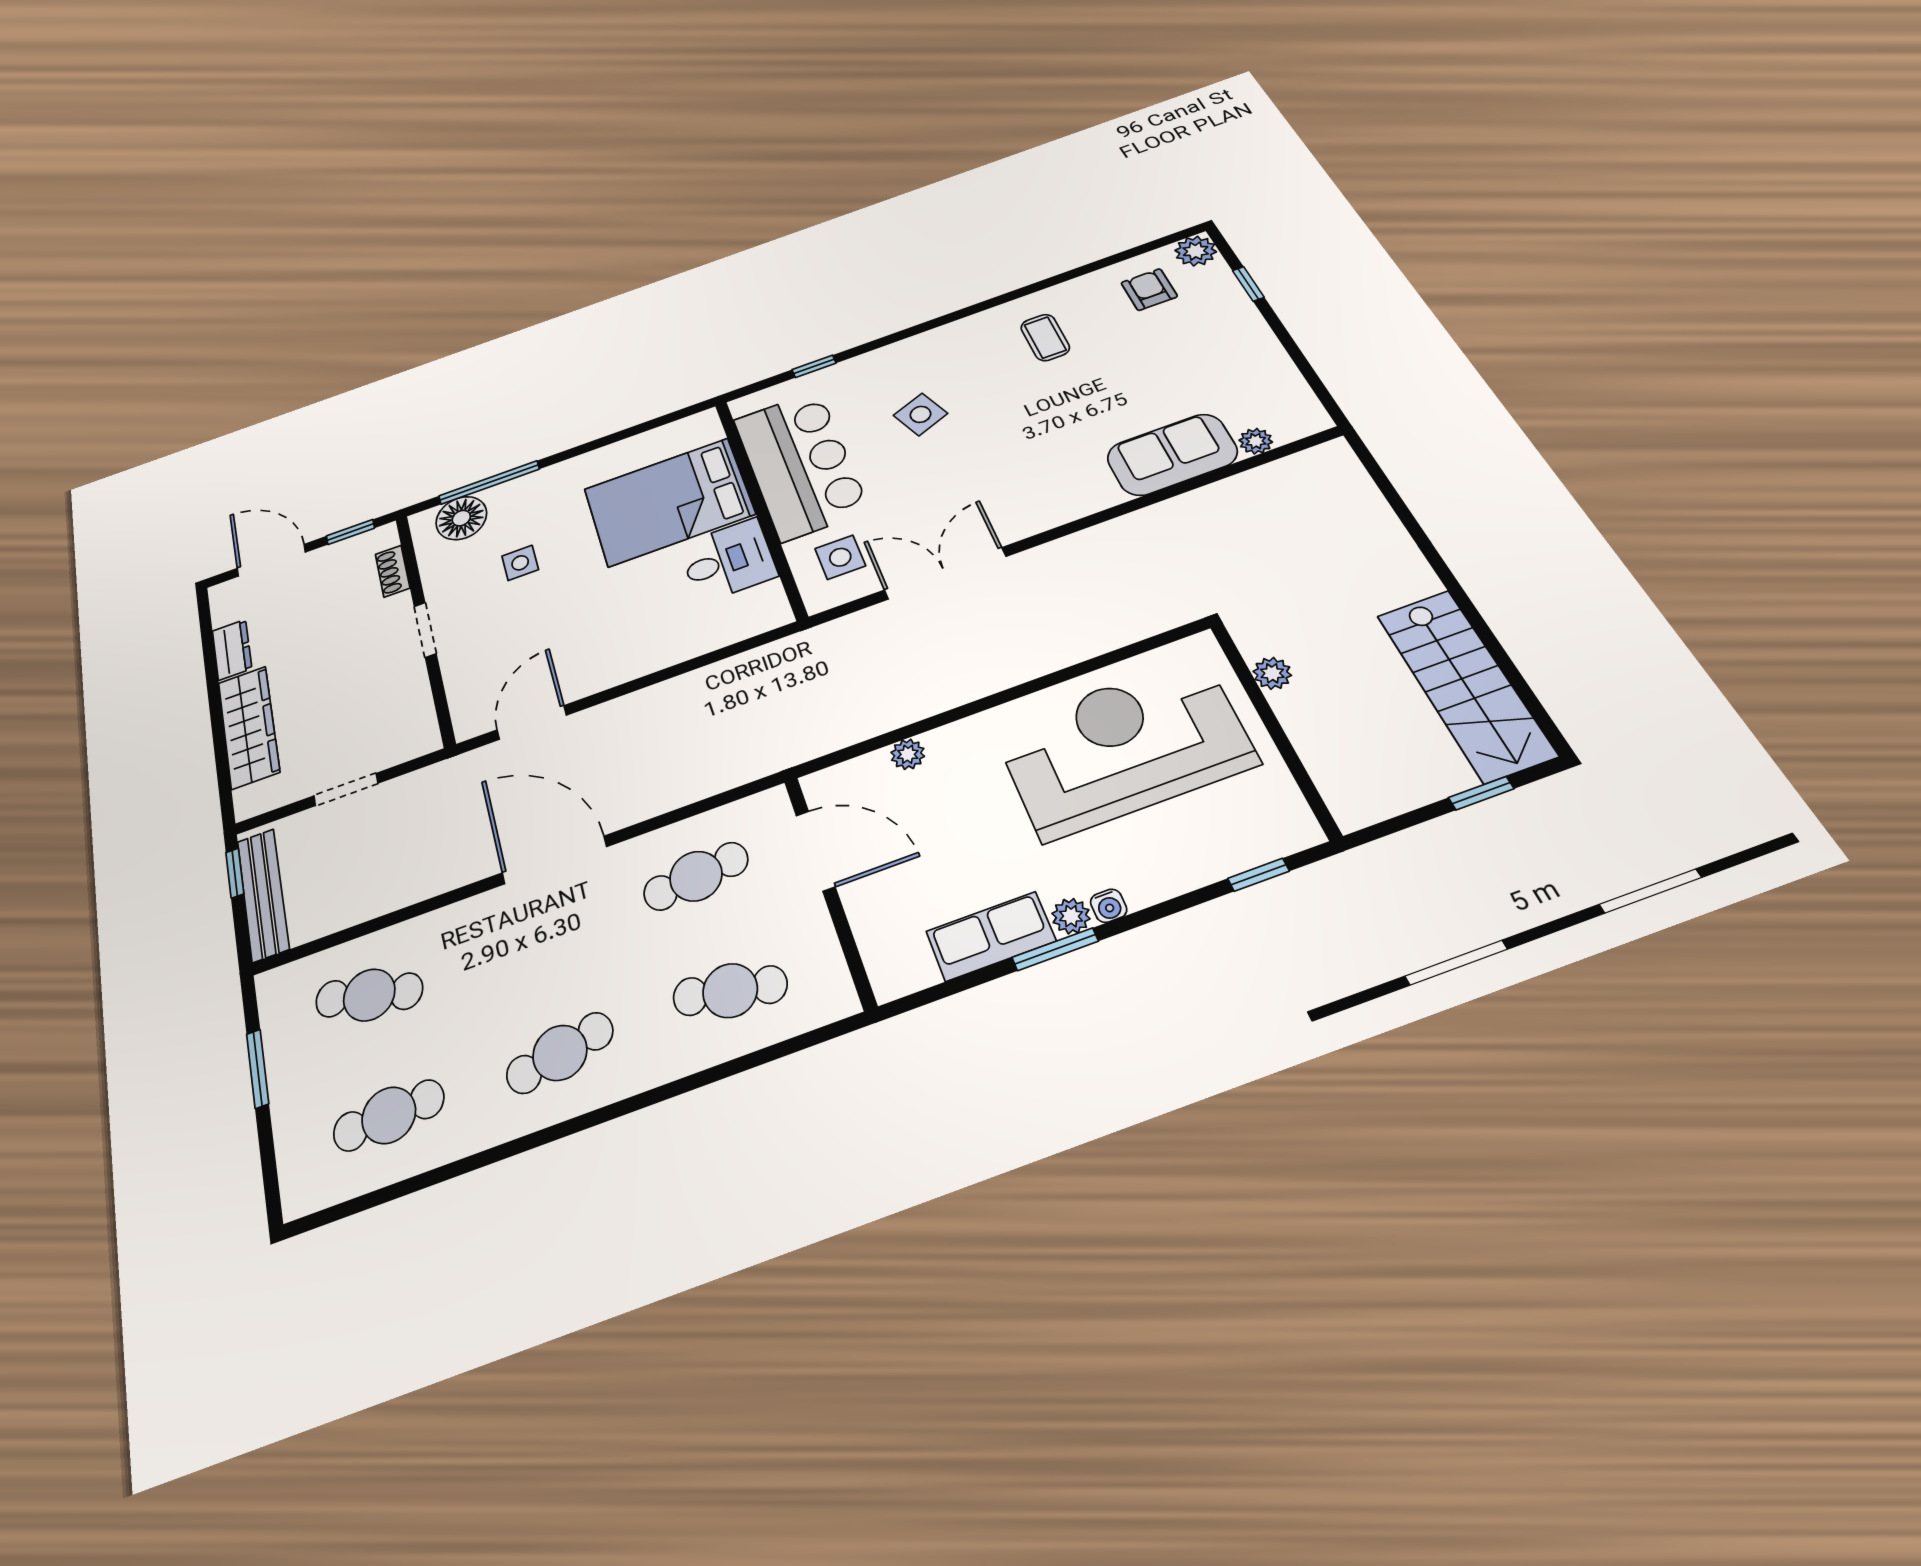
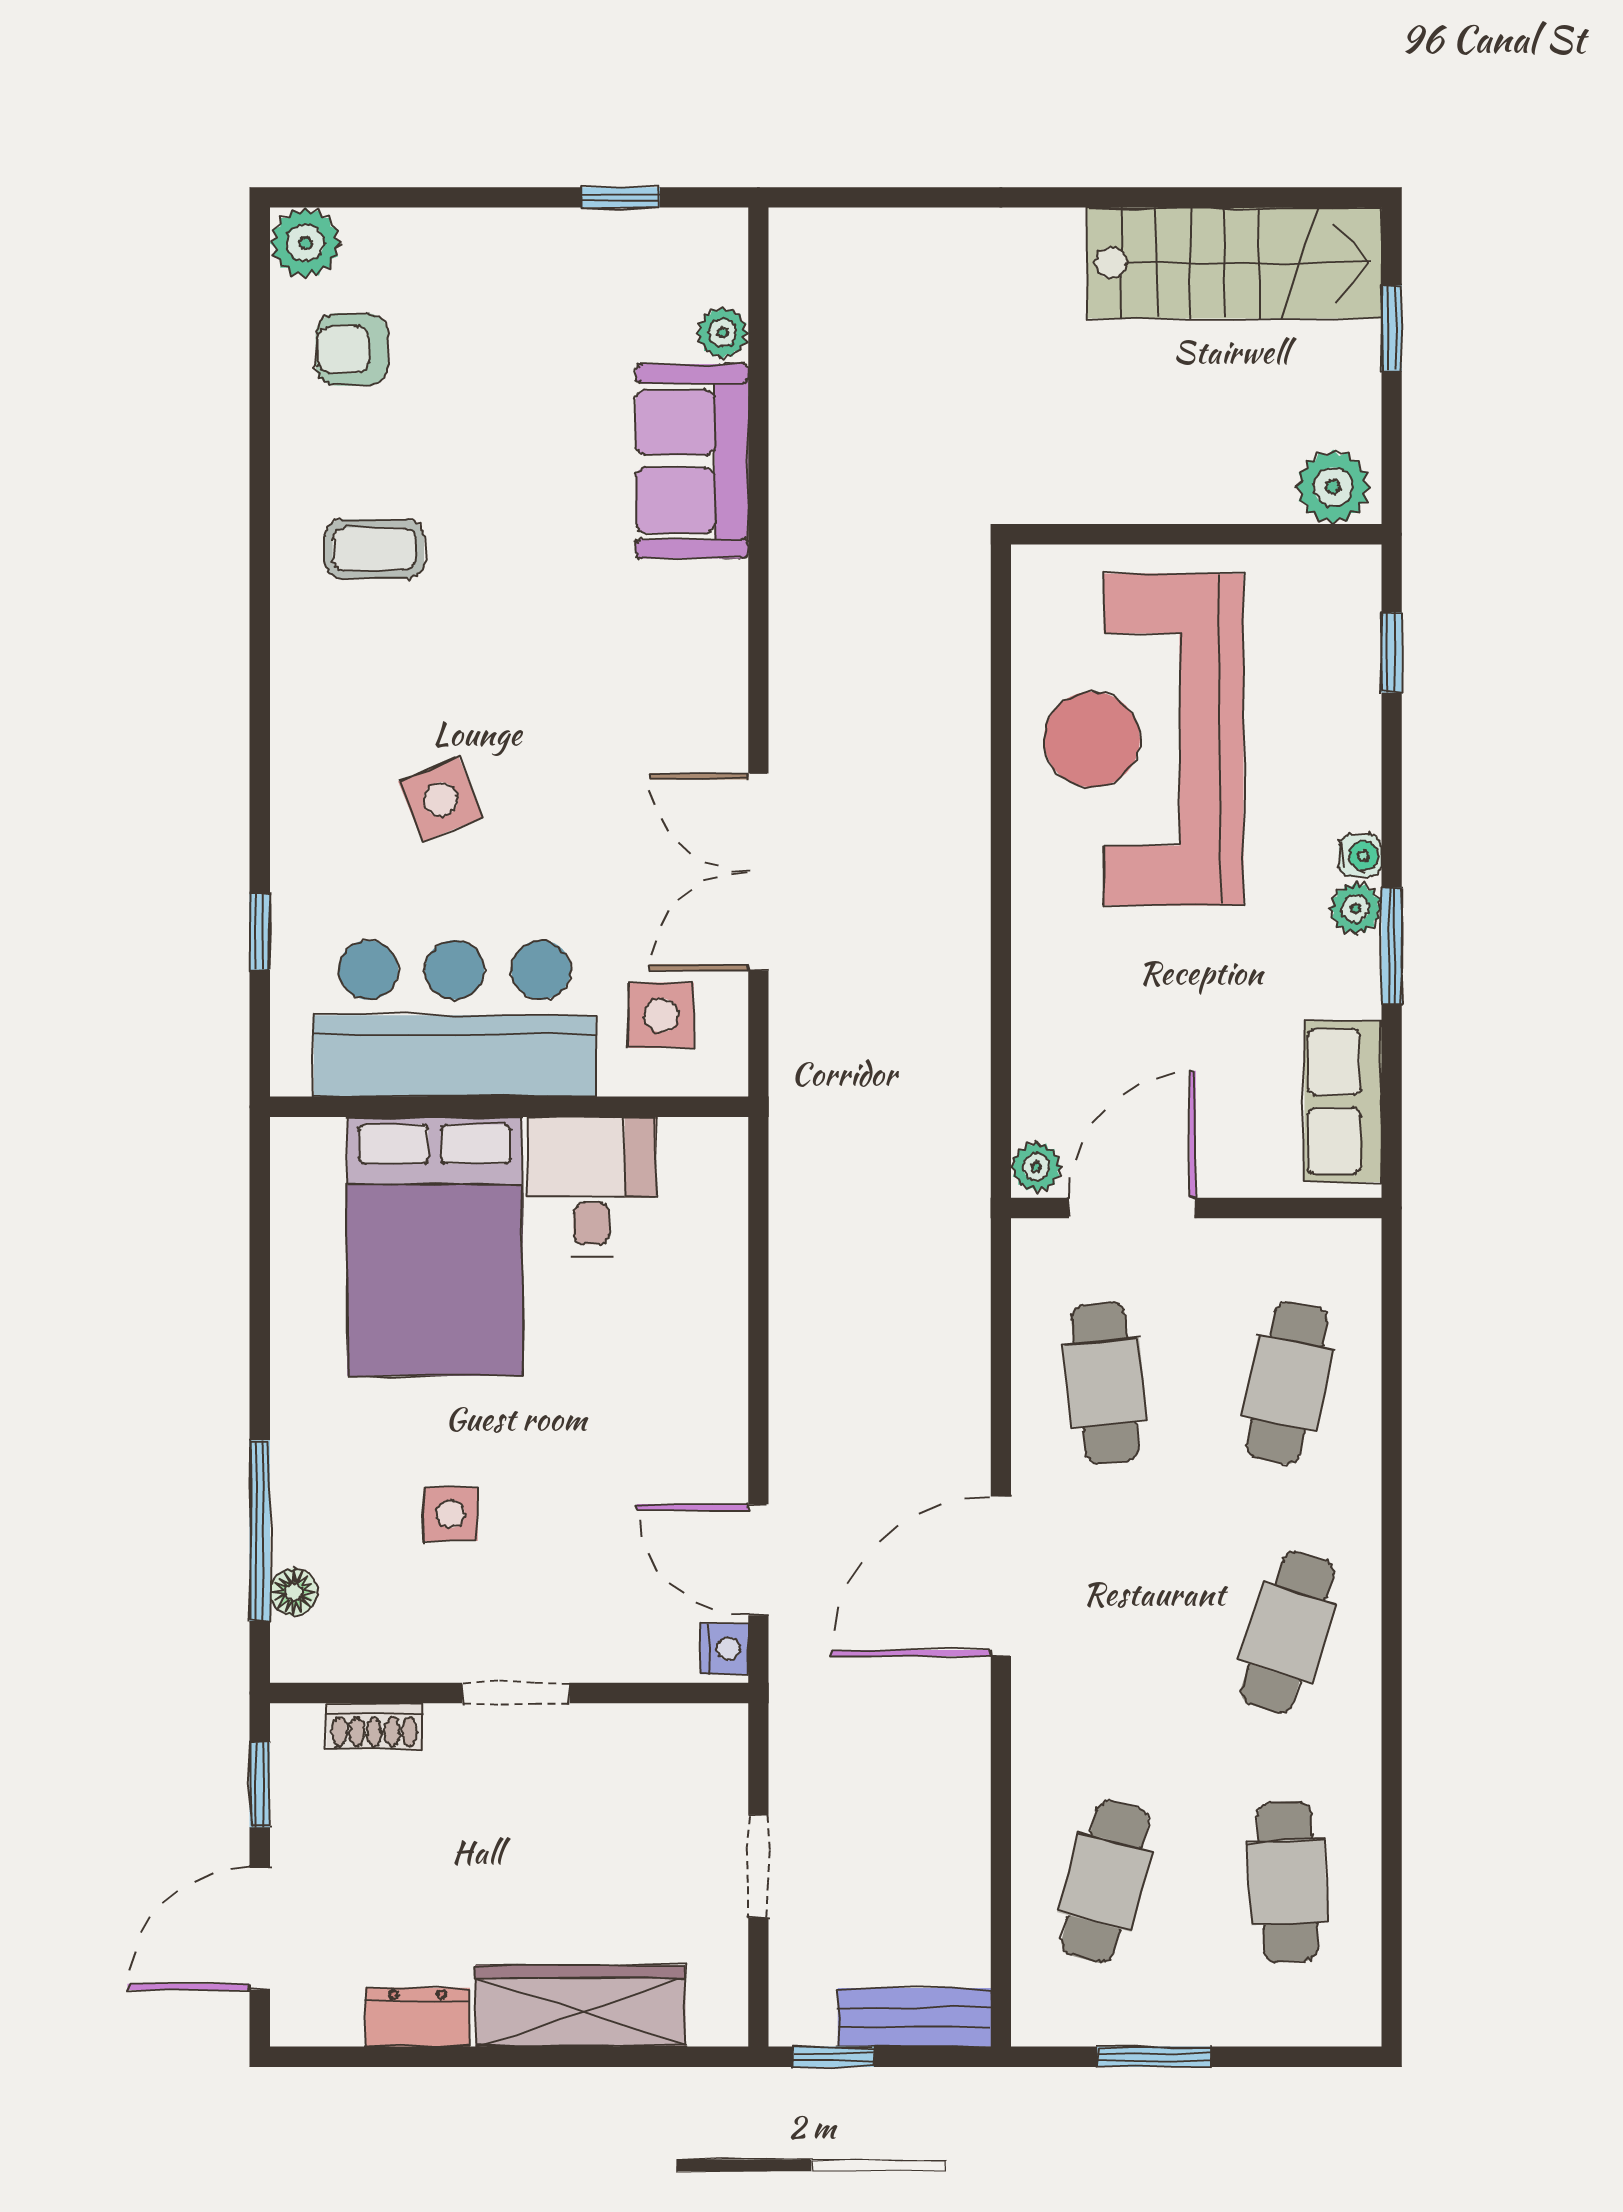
window: (1248, 284) -> (621, 197), moved
floor lamp: (461, 518) -> (294, 1592), width x0.53, depth x0.53
plant: (1272, 673) -> (1333, 487), moved, width x1.38, depth x1.38
nightstand: (474, 724) -> (724, 1649), added
plant: (908, 754) -> (1036, 1167), moved
bench: (263, 895) -> (914, 2017), width x0.73
row of seats: (991, 936) -> (1343, 1101), moved
cafe table: (560, 1053) -> (1287, 1632), turned 30

